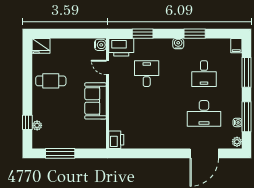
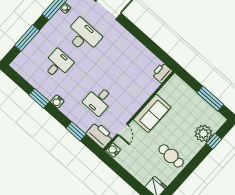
filing cabinet: (236, 46) -> (17, 63), removed
plant: (37, 125) -> (203, 133), width x1.88, depth x1.88

